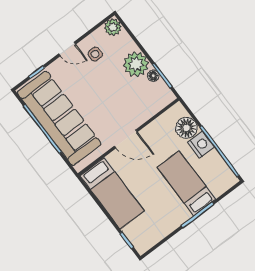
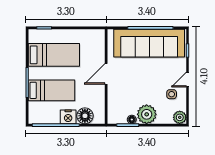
bed: (112, 193) -> (54, 55), moved, turned 180

